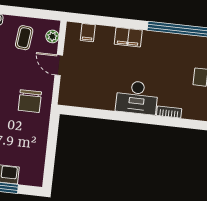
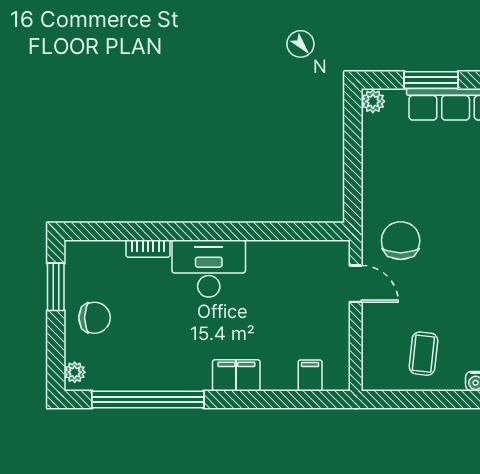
plant: (52, 36) -> (373, 101), moved
door: (59, 65) -> (356, 284), moved

